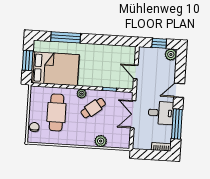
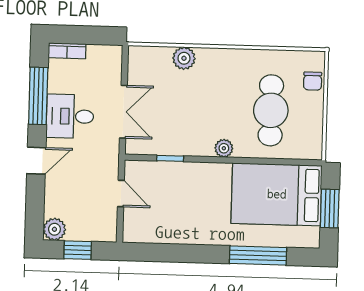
cafe table: (93, 108) -> (200, 121), removed

